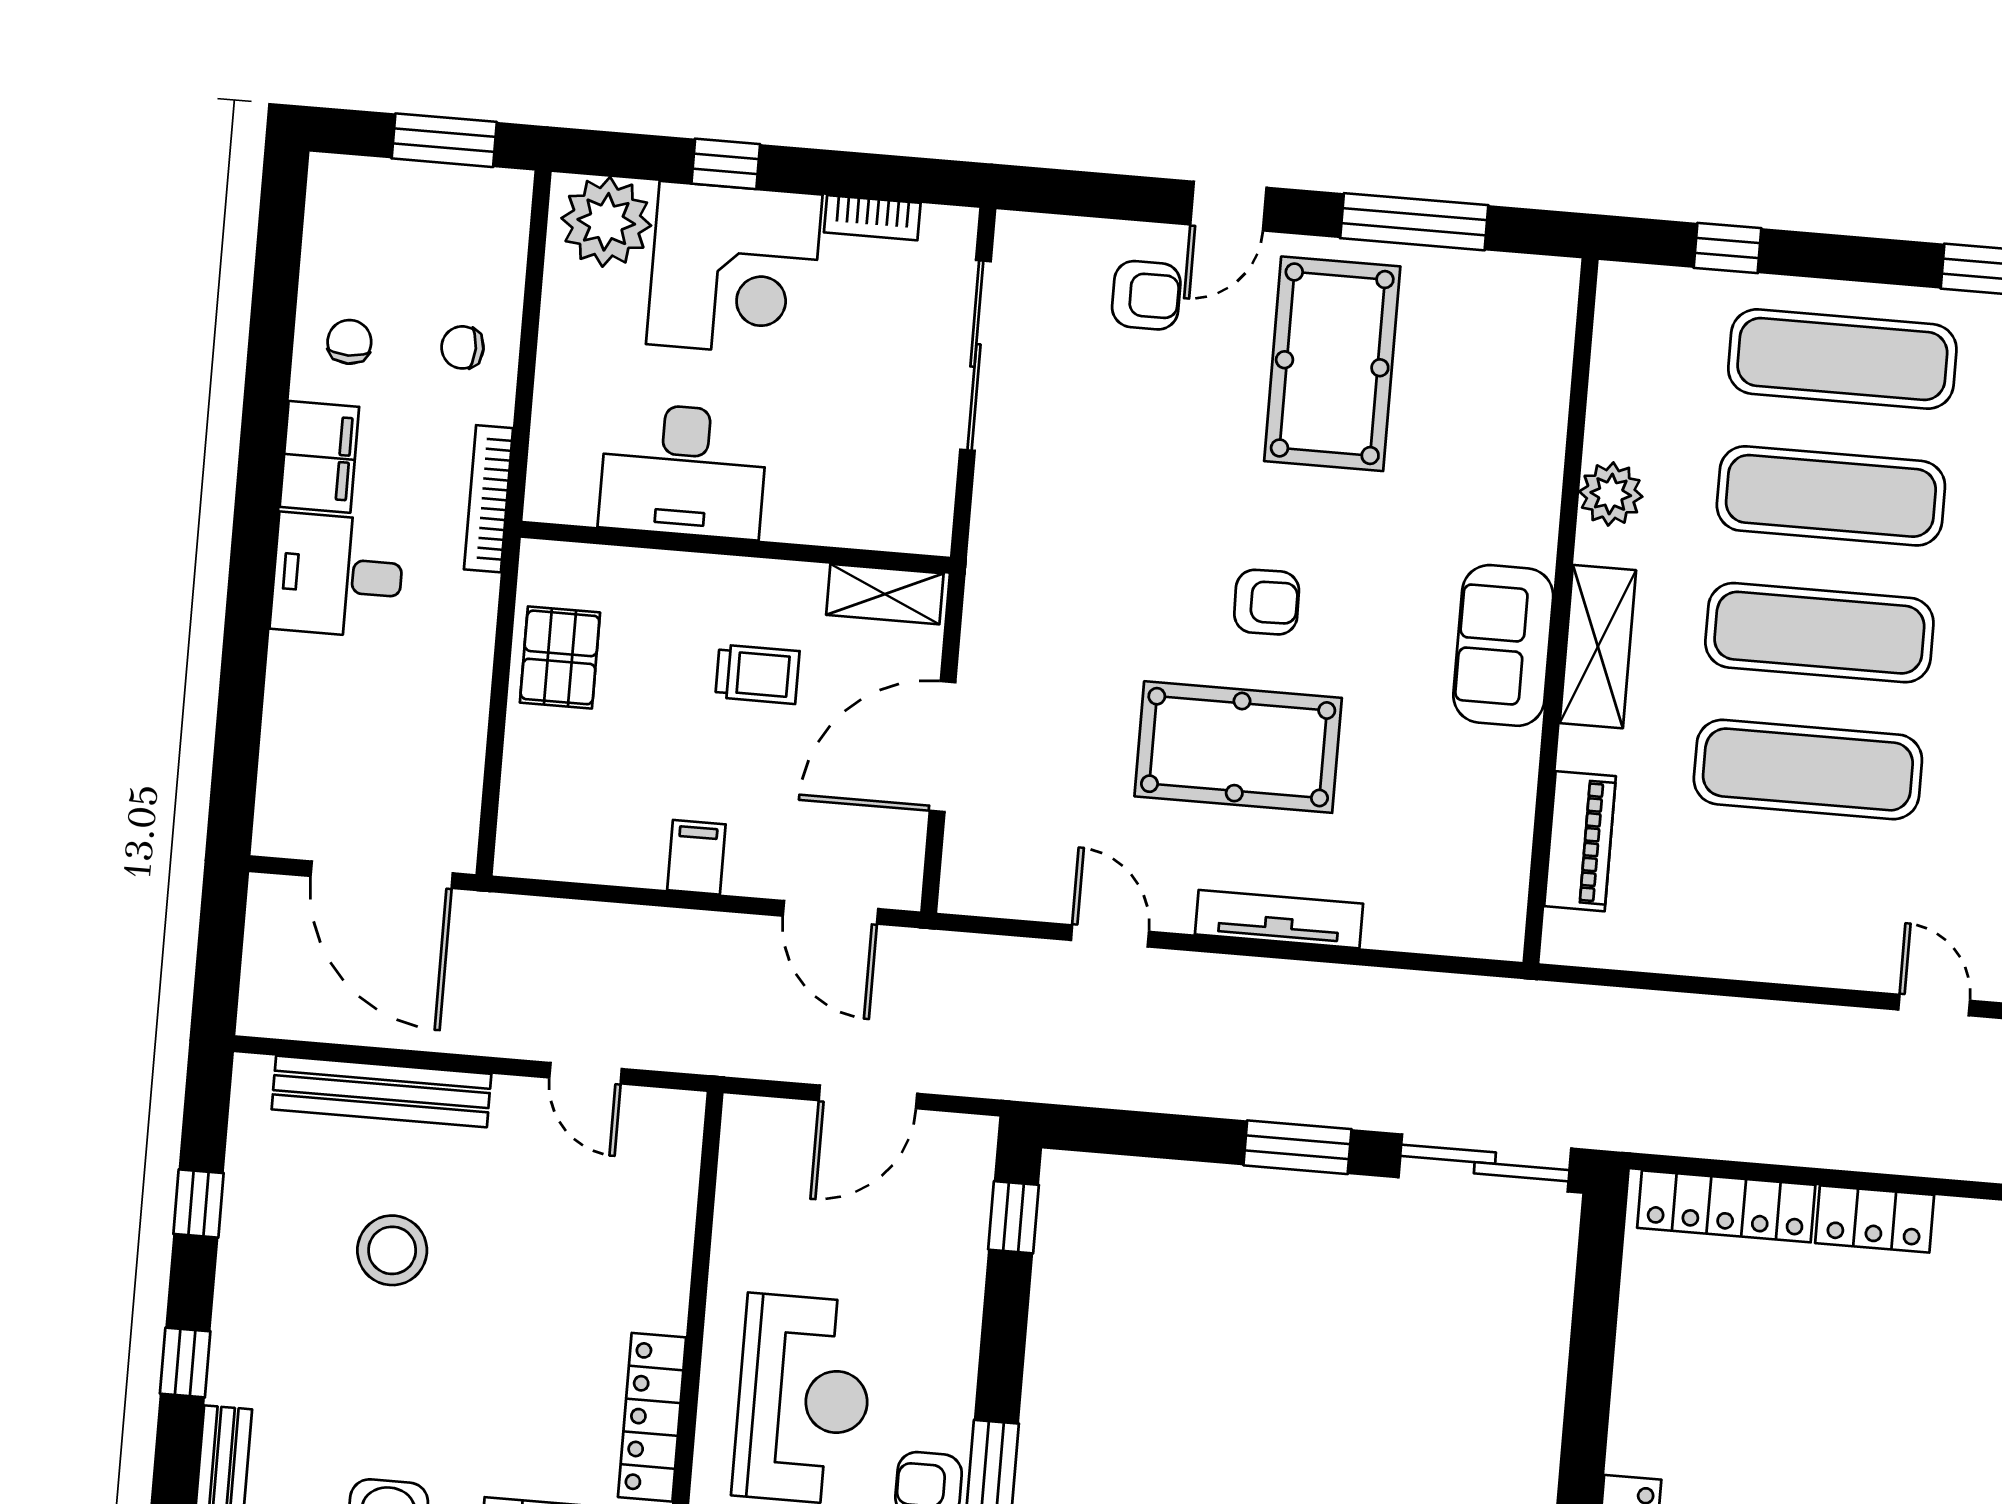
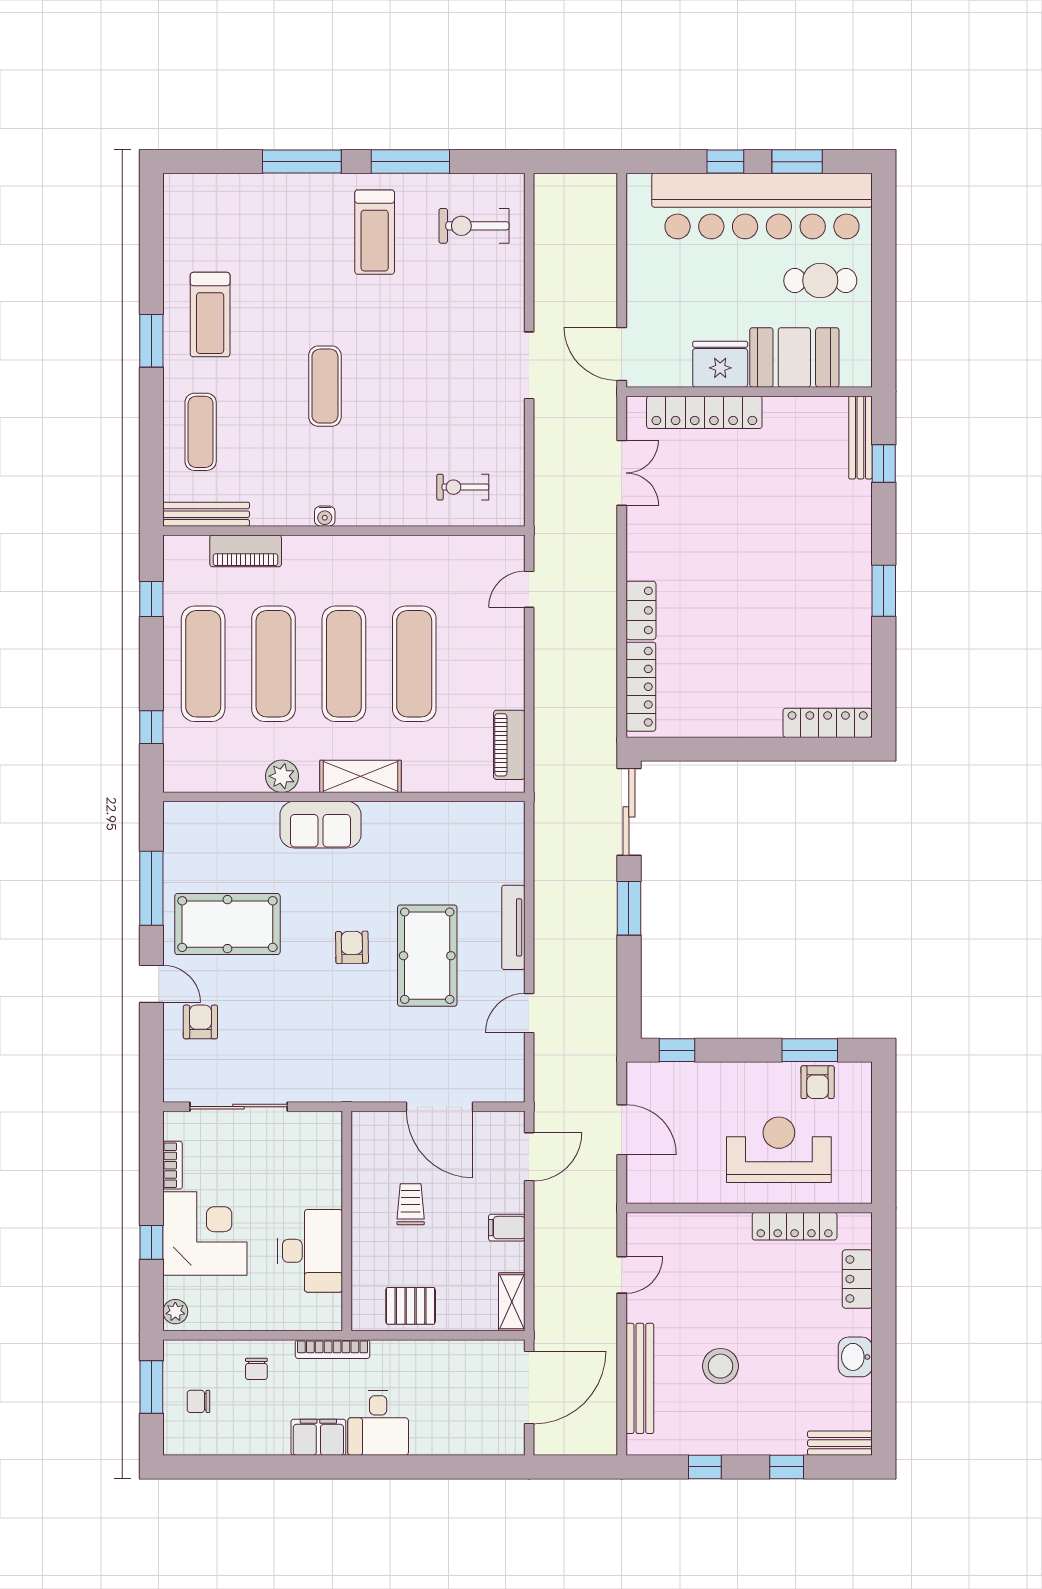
plant: (606, 222) -> (175, 1312), width x0.53, depth x0.53
chair: (349, 342) -> (199, 1401), moved
shelving: (885, 594) -> (512, 1302), moved
sofa: (1503, 645) -> (320, 825), moved
piano: (1580, 841) -> (509, 745), moved, turned -90

